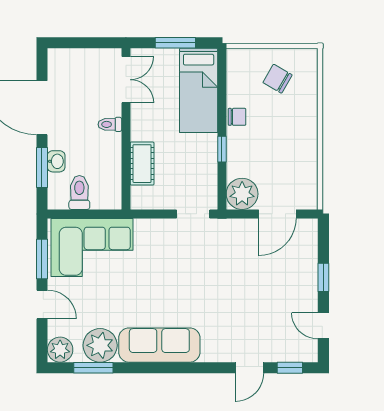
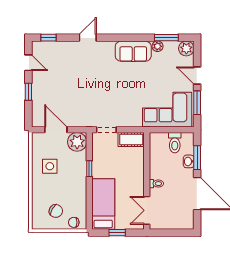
window: (175, 43) -> (117, 233), width x0.67
chair: (237, 117) -> (74, 222), moved
side table: (288, 153) -> (50, 166), added
cot: (142, 164) -> (131, 140), moved, turned 90
door: (277, 214) -> (56, 130), hinge flipped
plant: (100, 345) -> (158, 46), width x0.53, depth x0.53
sofa: (159, 345) -> (133, 51), width x0.73
door: (249, 368) -> (88, 38), moved

